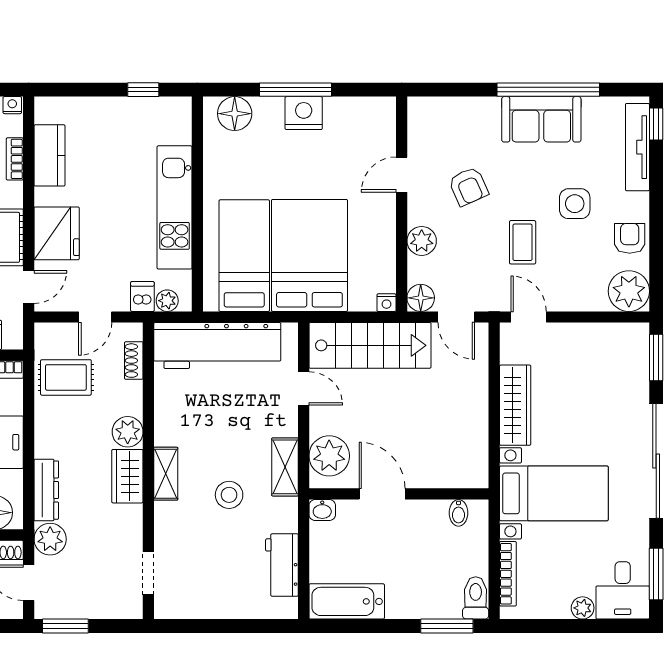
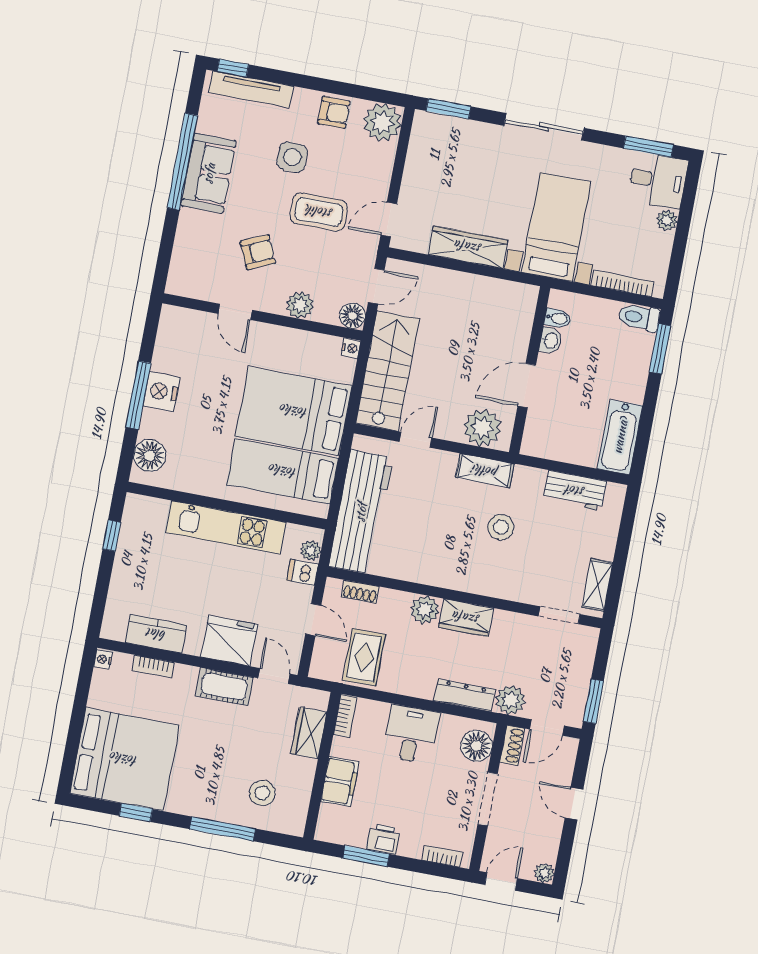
armchair: (630, 238) -> (334, 112), turned 180
coffee table: (523, 242) -> (319, 212), width x1.36, depth x1.30
sliding door: (656, 461) -> (544, 127), width x0.73
shelving: (166, 474) -> (597, 585), moved, turned 90
washbasin: (322, 510) -> (551, 341), moved

